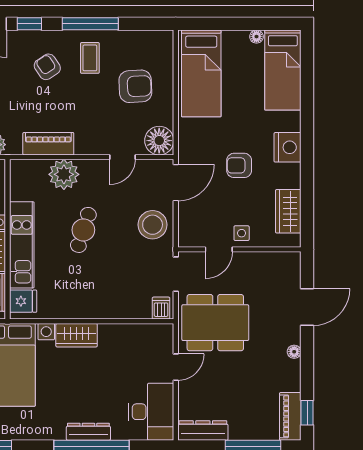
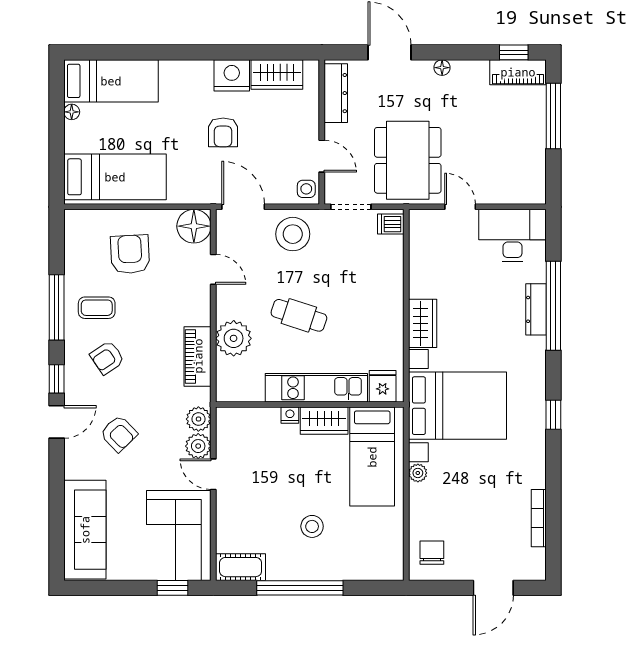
nightstand: (288, 147) -> (232, 75), moved
side table: (242, 233) -> (306, 189), moved
dresser: (203, 430) -> (336, 93), moved, turned 180

